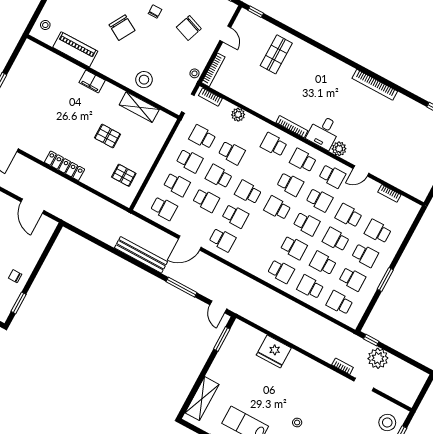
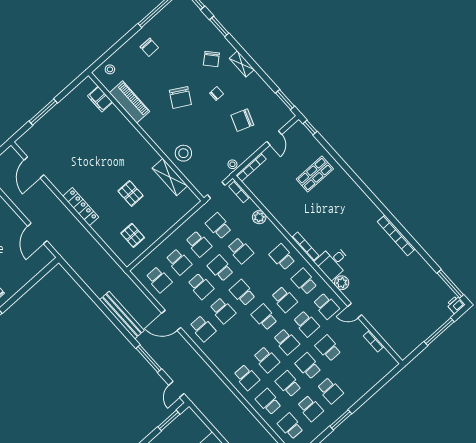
filing cabinet: (92, 81) -> (100, 99), moved
school desk: (378, 231) -> (350, 373), removed

